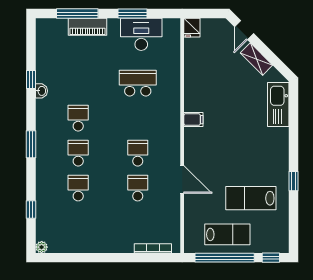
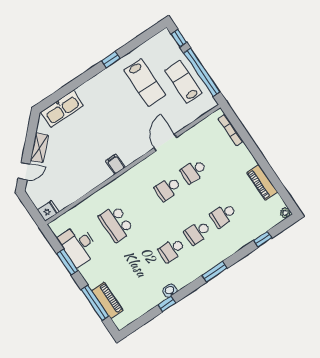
piano: (87, 27) -> (107, 300), moved
piano: (84, 245) -> (262, 182), added

